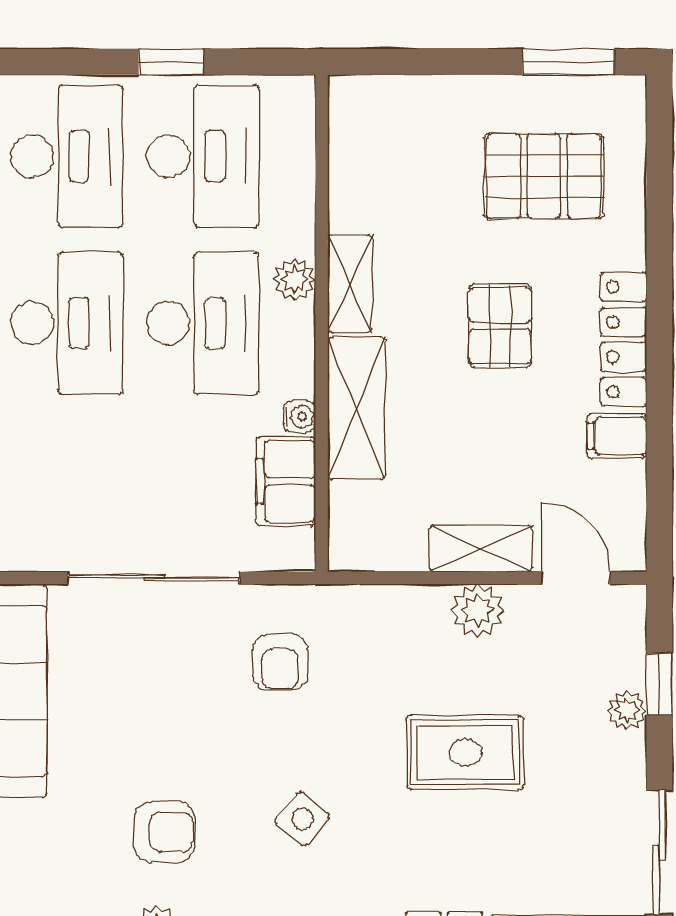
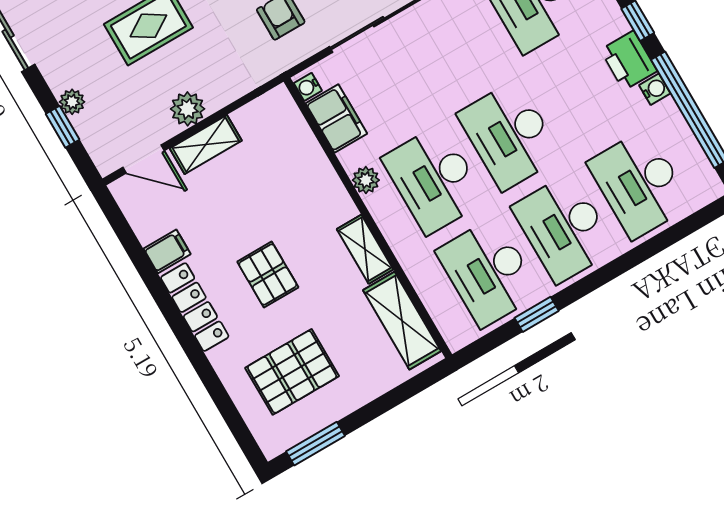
plant: (295, 280) -> (366, 180), moved
shelving: (356, 408) -> (402, 321), moved
water cooler: (299, 417) -> (308, 87), moved

